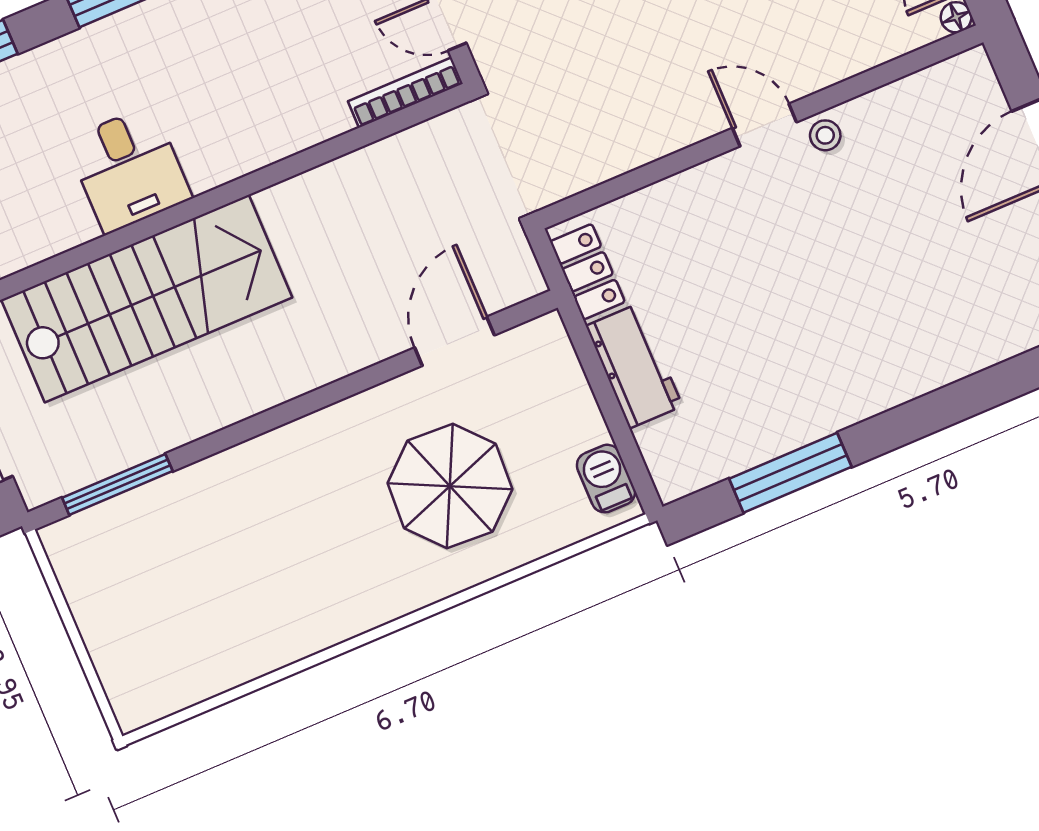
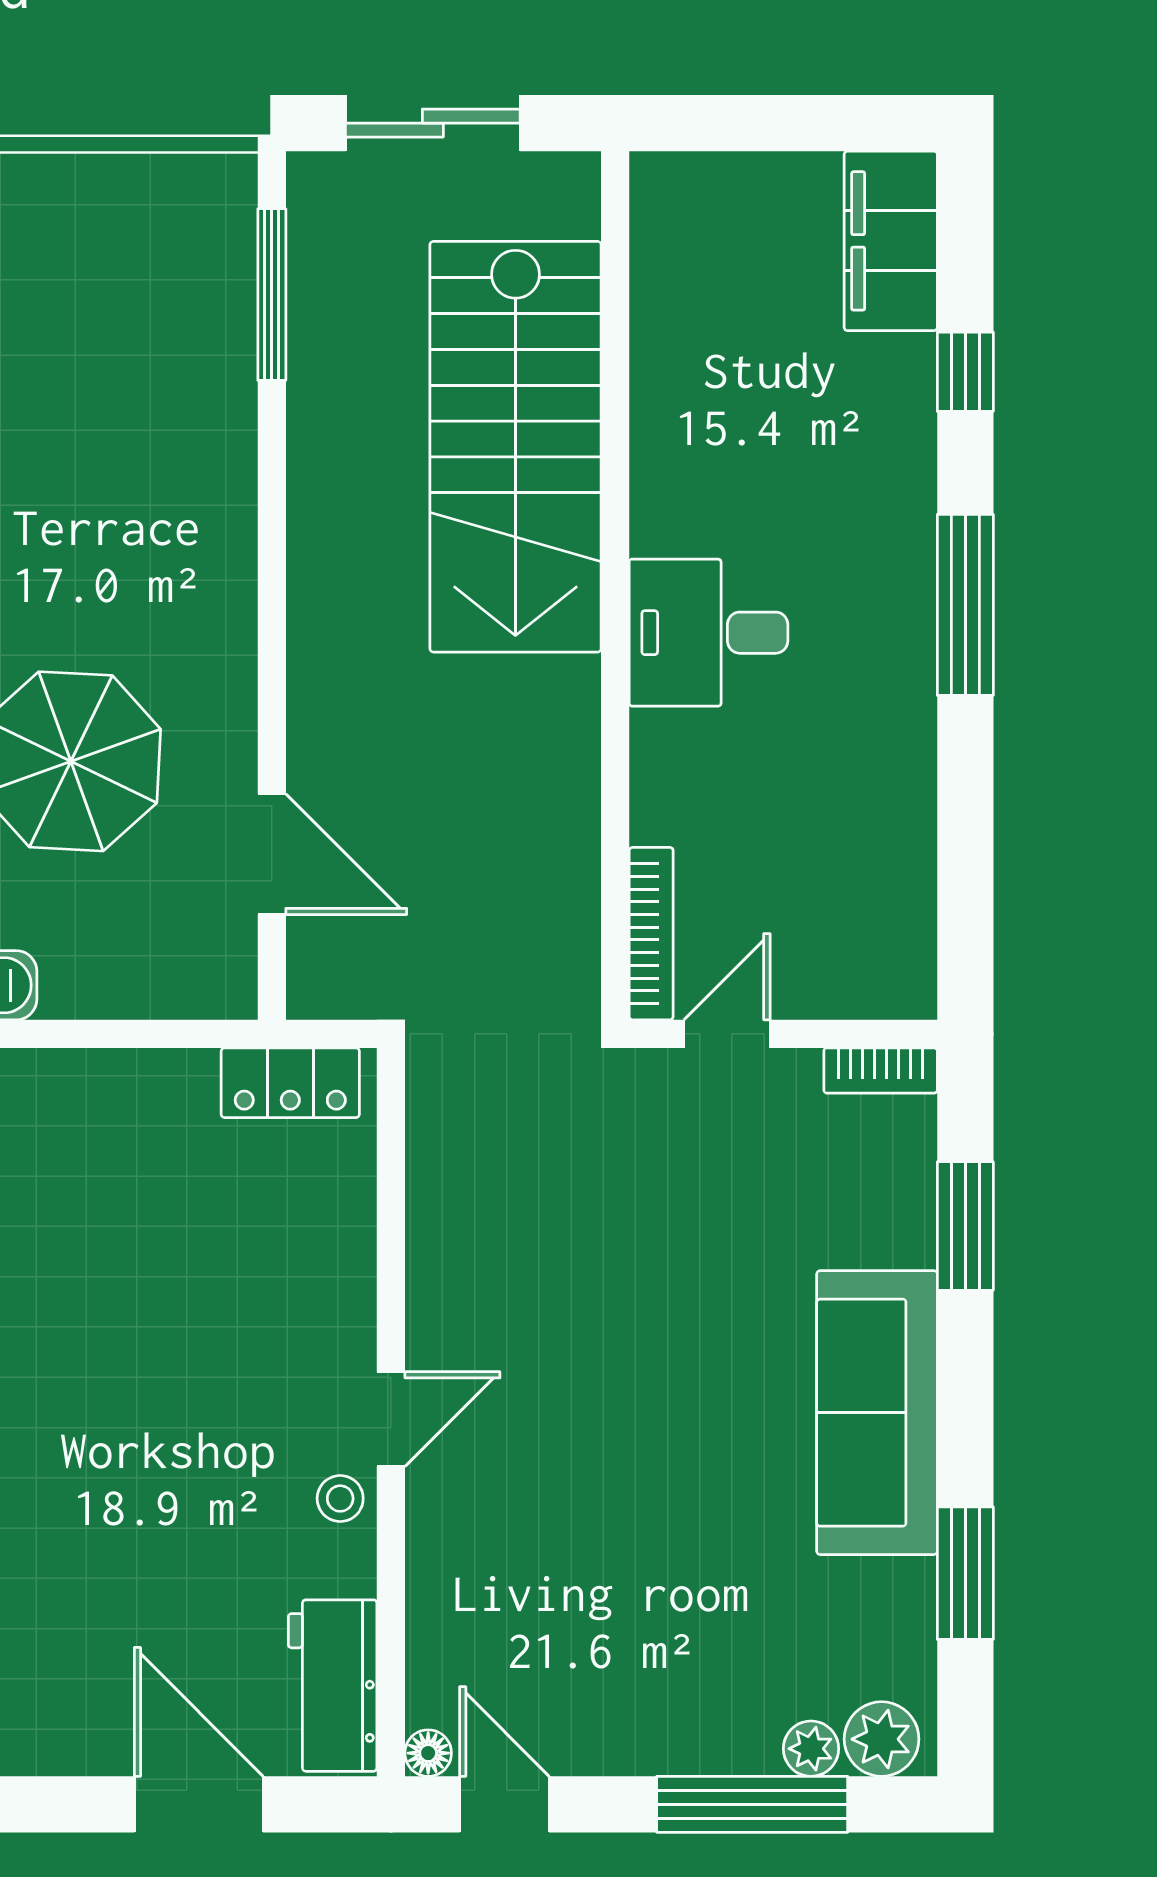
desk: (129, 169) -> (708, 633), moved
workbench: (634, 366) -> (333, 1686), moved, turned 90

